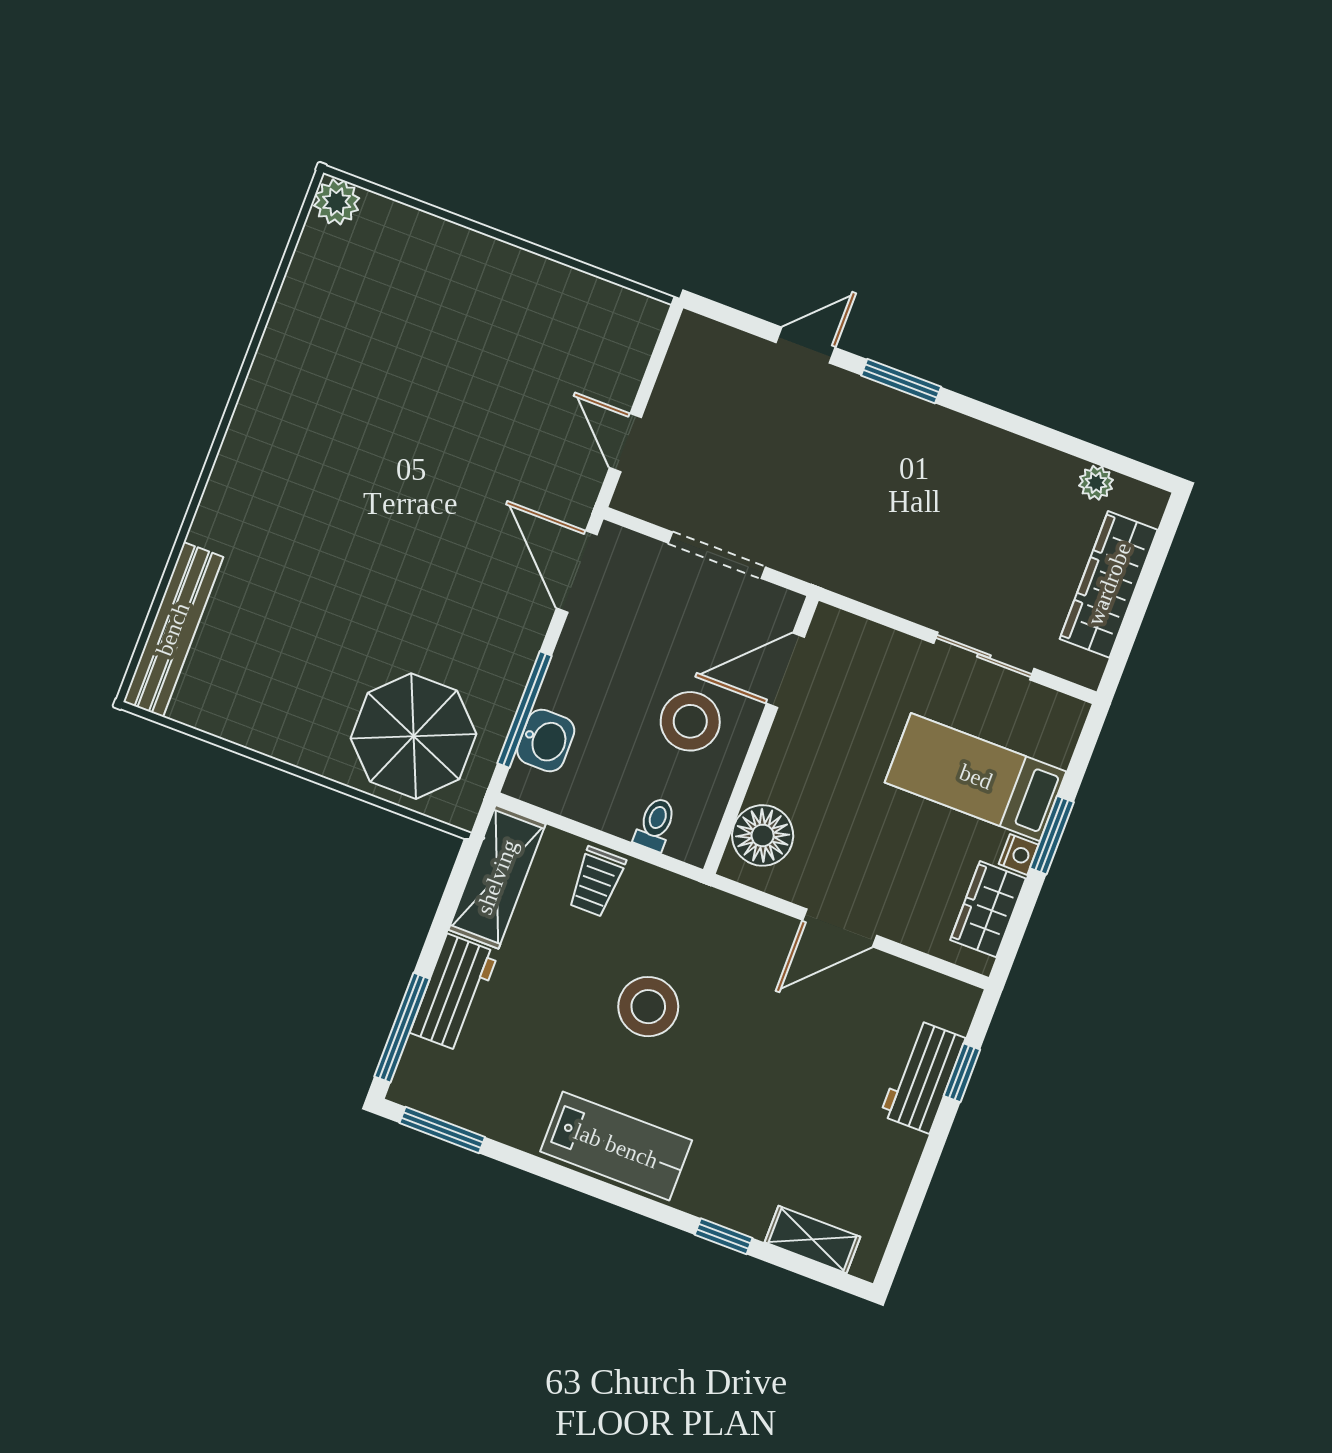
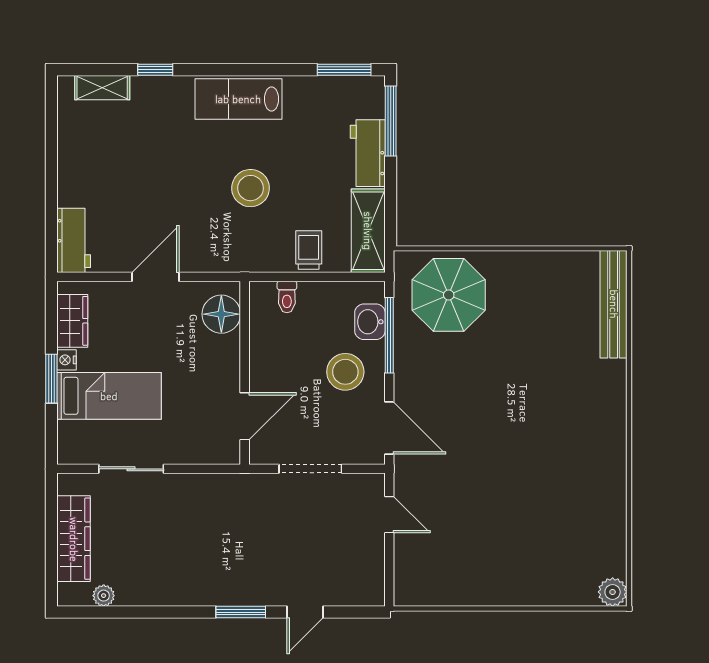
stool: (690, 721) -> (345, 372), moved
window: (962, 1073) -> (51, 219), removed
workbench: (923, 1077) -> (74, 240), moved

